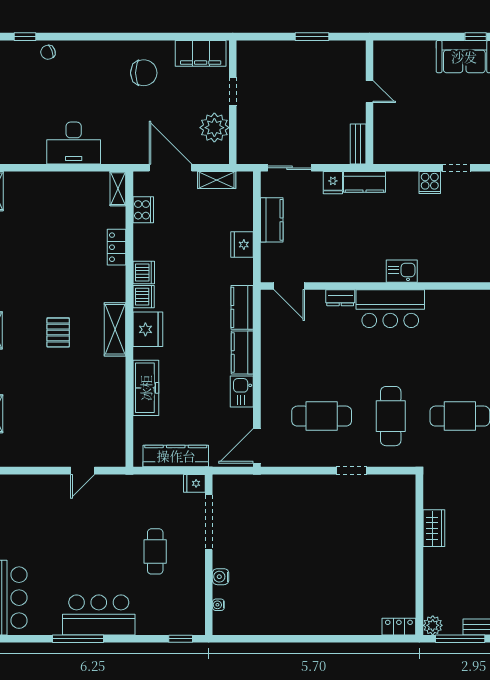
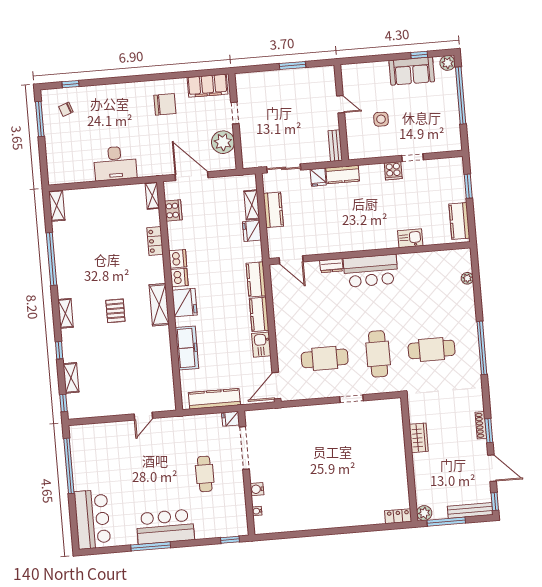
chair: (48, 52) -> (66, 109), moved
side table: (420, 115) -> (381, 119), added
shelving: (217, 180) -> (252, 205), moved, turned 90
kitchen sink: (402, 271) -> (410, 238), moved

